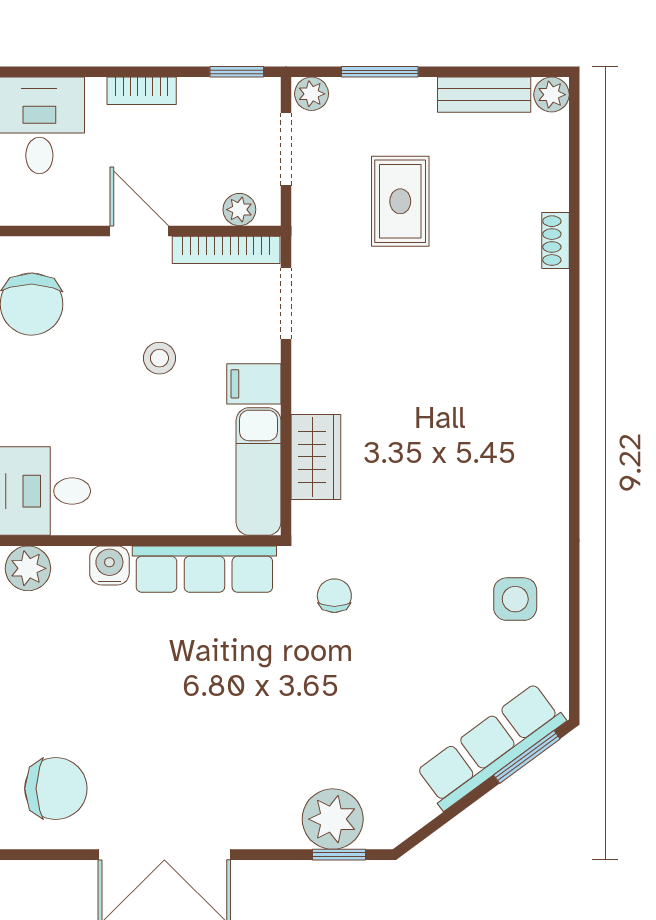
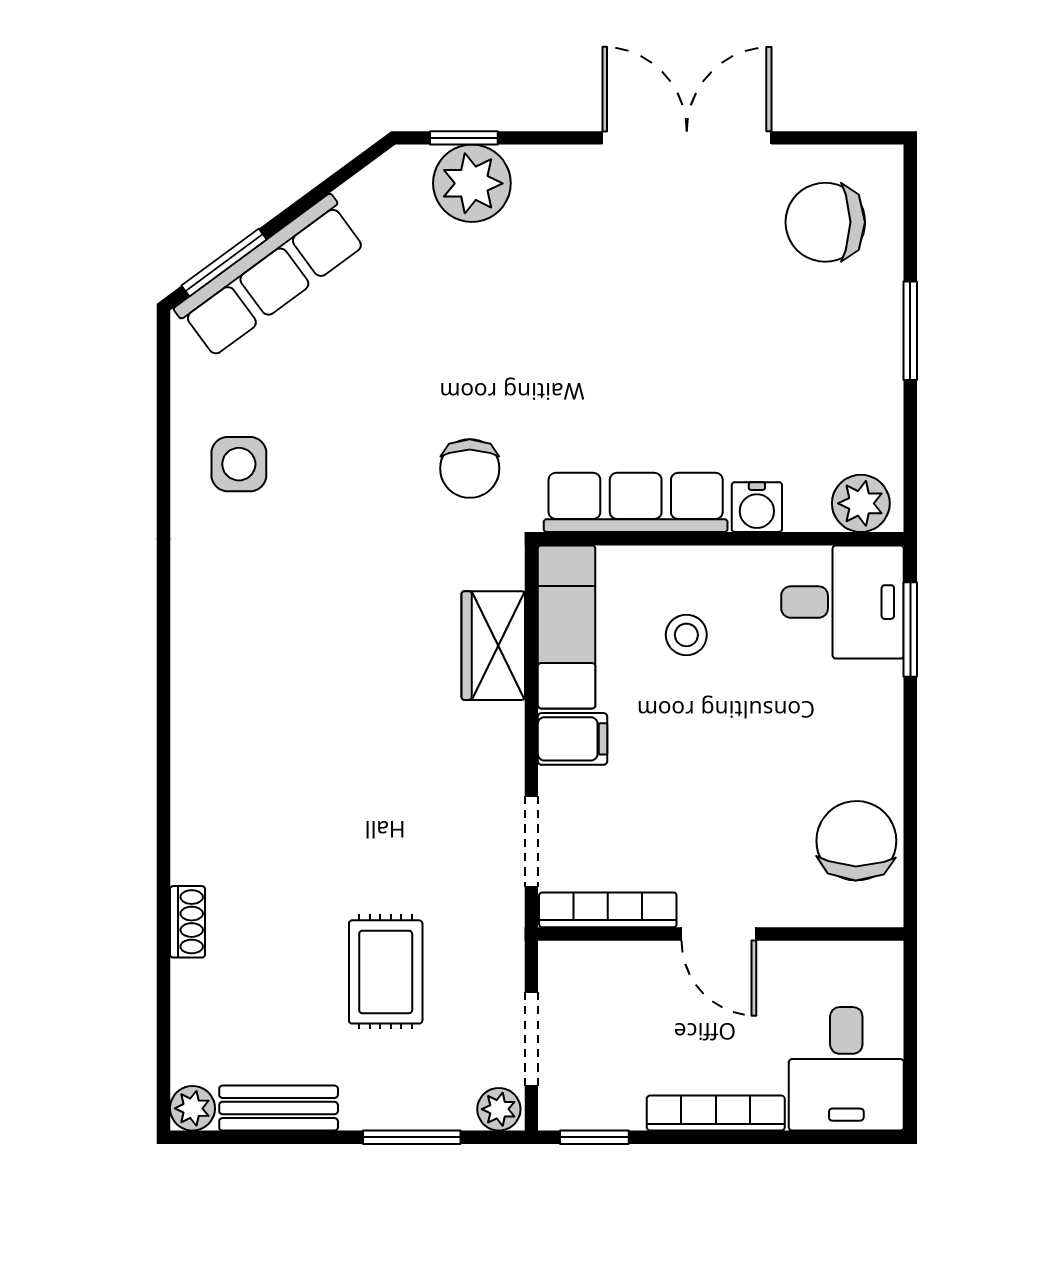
bookcase: (142, 91) -> (716, 1113), width x1.56
plant: (239, 210) -> (591, 961), removed
stool: (159, 358) -> (686, 635), moved
chair: (334, 596) -> (470, 468), width x1.37, depth x1.37

